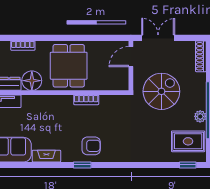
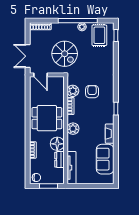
spiral stairs: (161, 91) -> (65, 54), turned 180
plant: (54, 103) -> (73, 129), added
plant: (108, 103) -> (73, 91), added
armchair: (91, 146) -> (92, 92), moved

